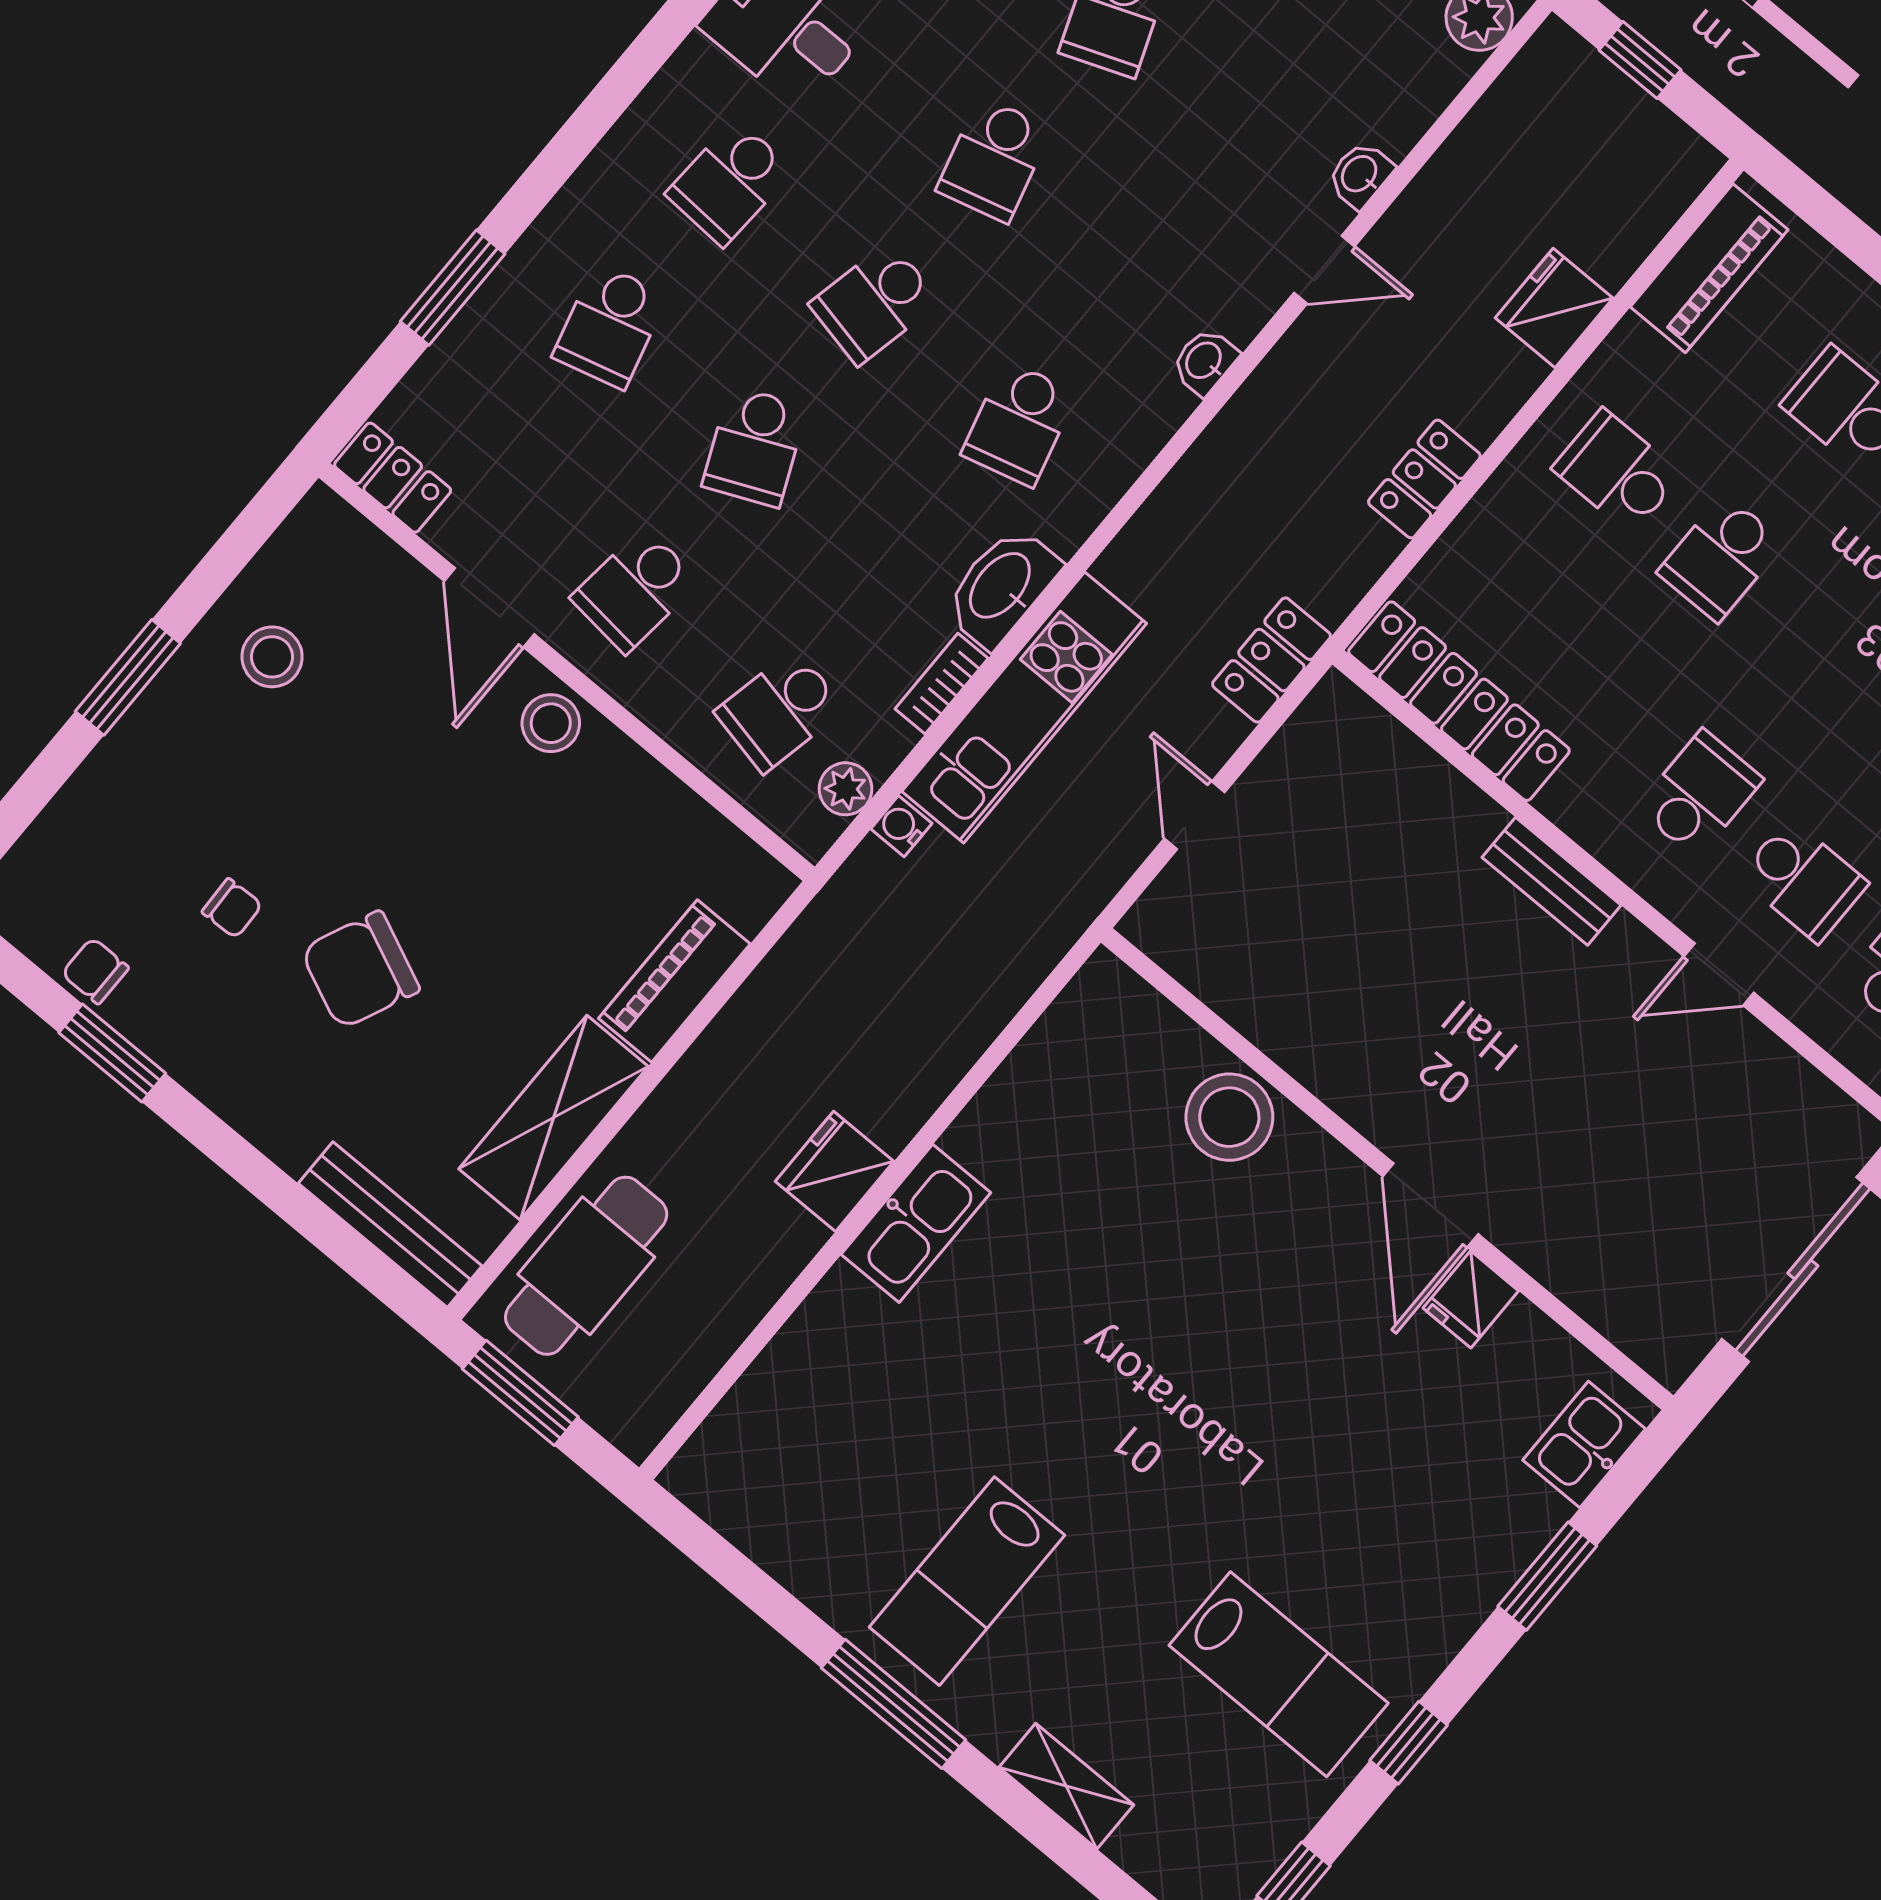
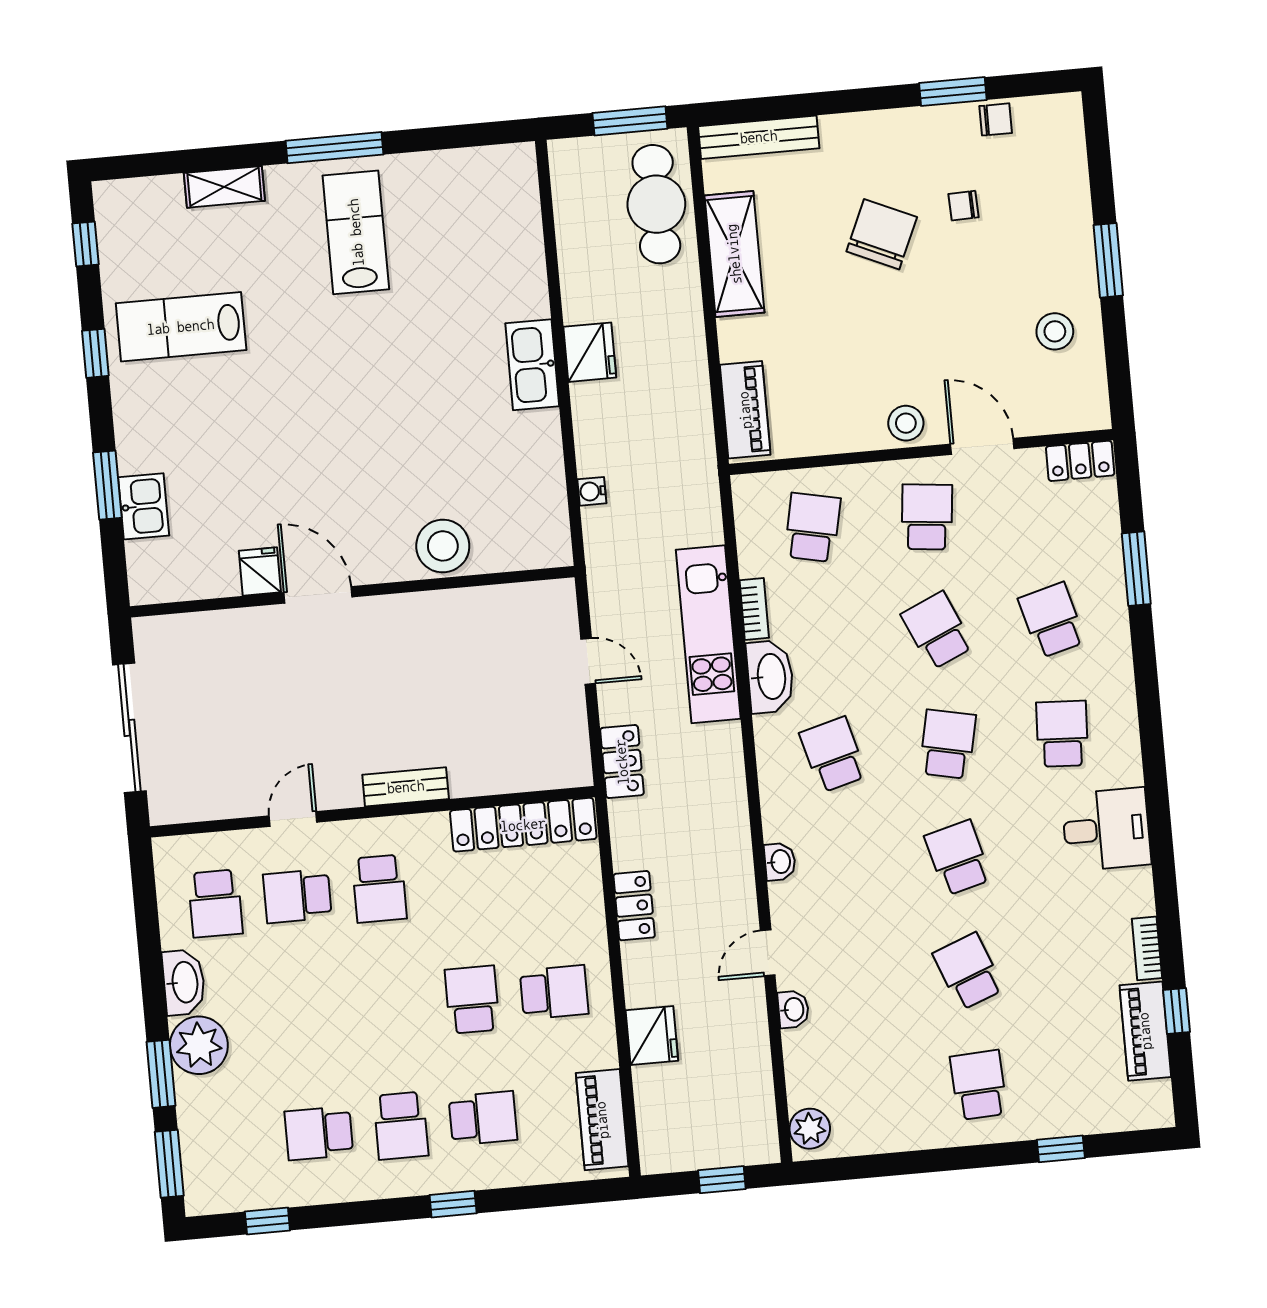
plant: (845, 789) -> (750, 522), removed
water cooler: (901, 826) -> (592, 491), moved, turned 180
piano: (674, 981) -> (745, 410), moved
kitchen sink: (1584, 1445) -> (144, 506), moved

